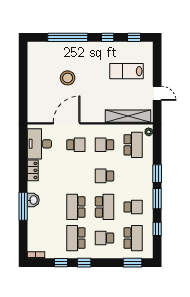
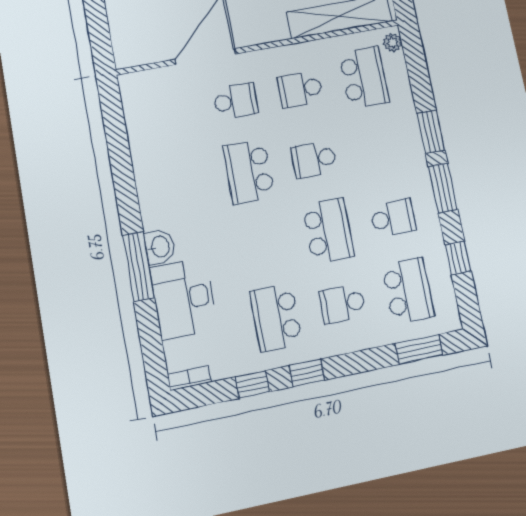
desk: (39, 144) -> (184, 299), moved
locker: (33, 170) -> (147, 178), removed
school desk: (76, 207) -> (249, 172), moved

